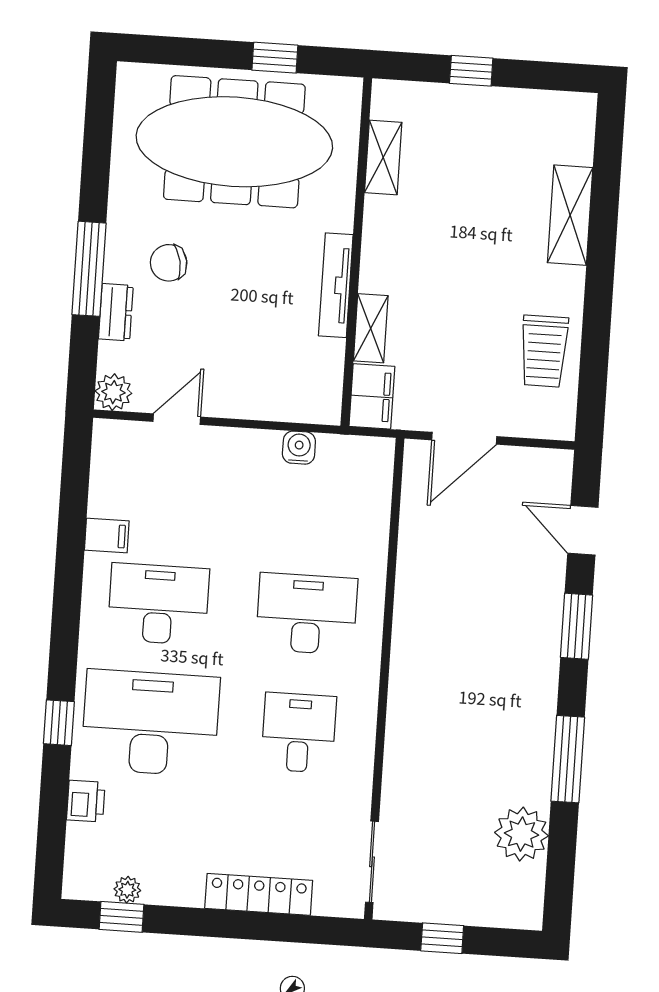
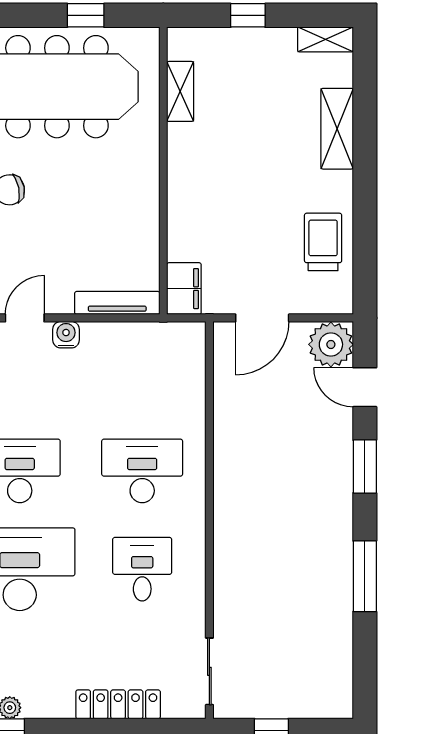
tv unit: (336, 285) -> (117, 303), moved, turned 90
shelving: (371, 328) -> (325, 39), moved, turned 90
trolley: (544, 351) -> (323, 242), turned 180
water cooler: (299, 448) -> (66, 335), moved
plant: (521, 834) -> (331, 344), moved

